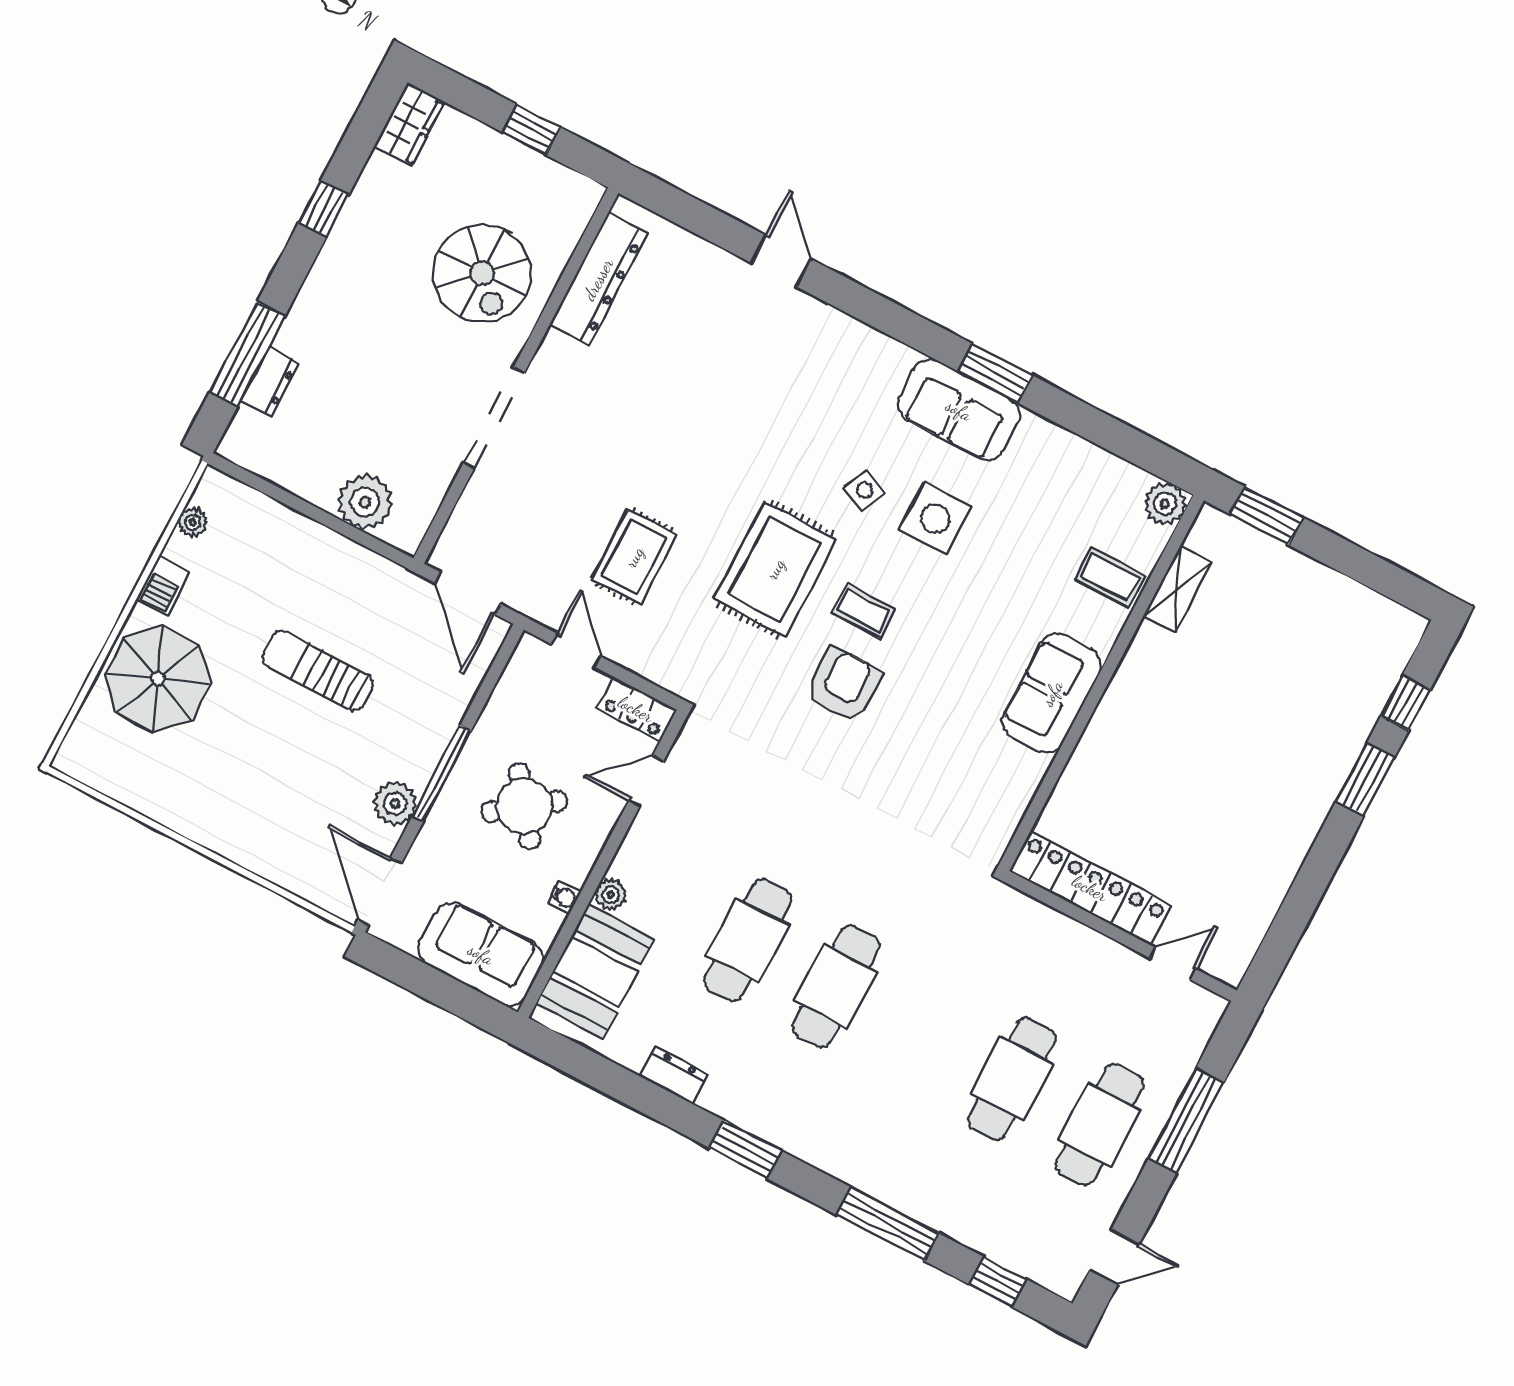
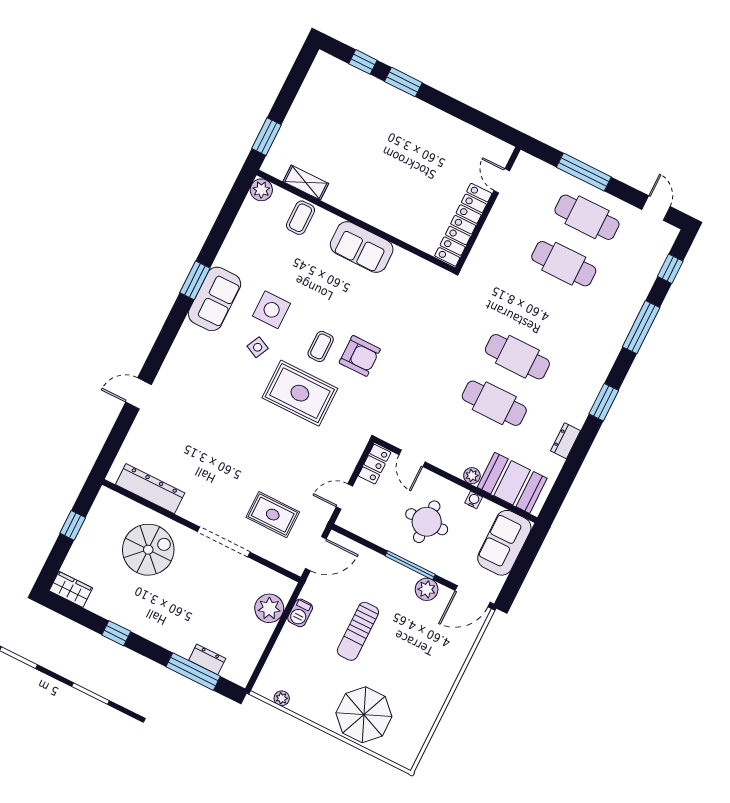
rug: (634, 557) -> (273, 515), moved
barbecue: (163, 586) -> (300, 613), moved, turned 90
armchair: (844, 685) -> (360, 356), turned 180
round table: (524, 806) -> (427, 522), turned 37

